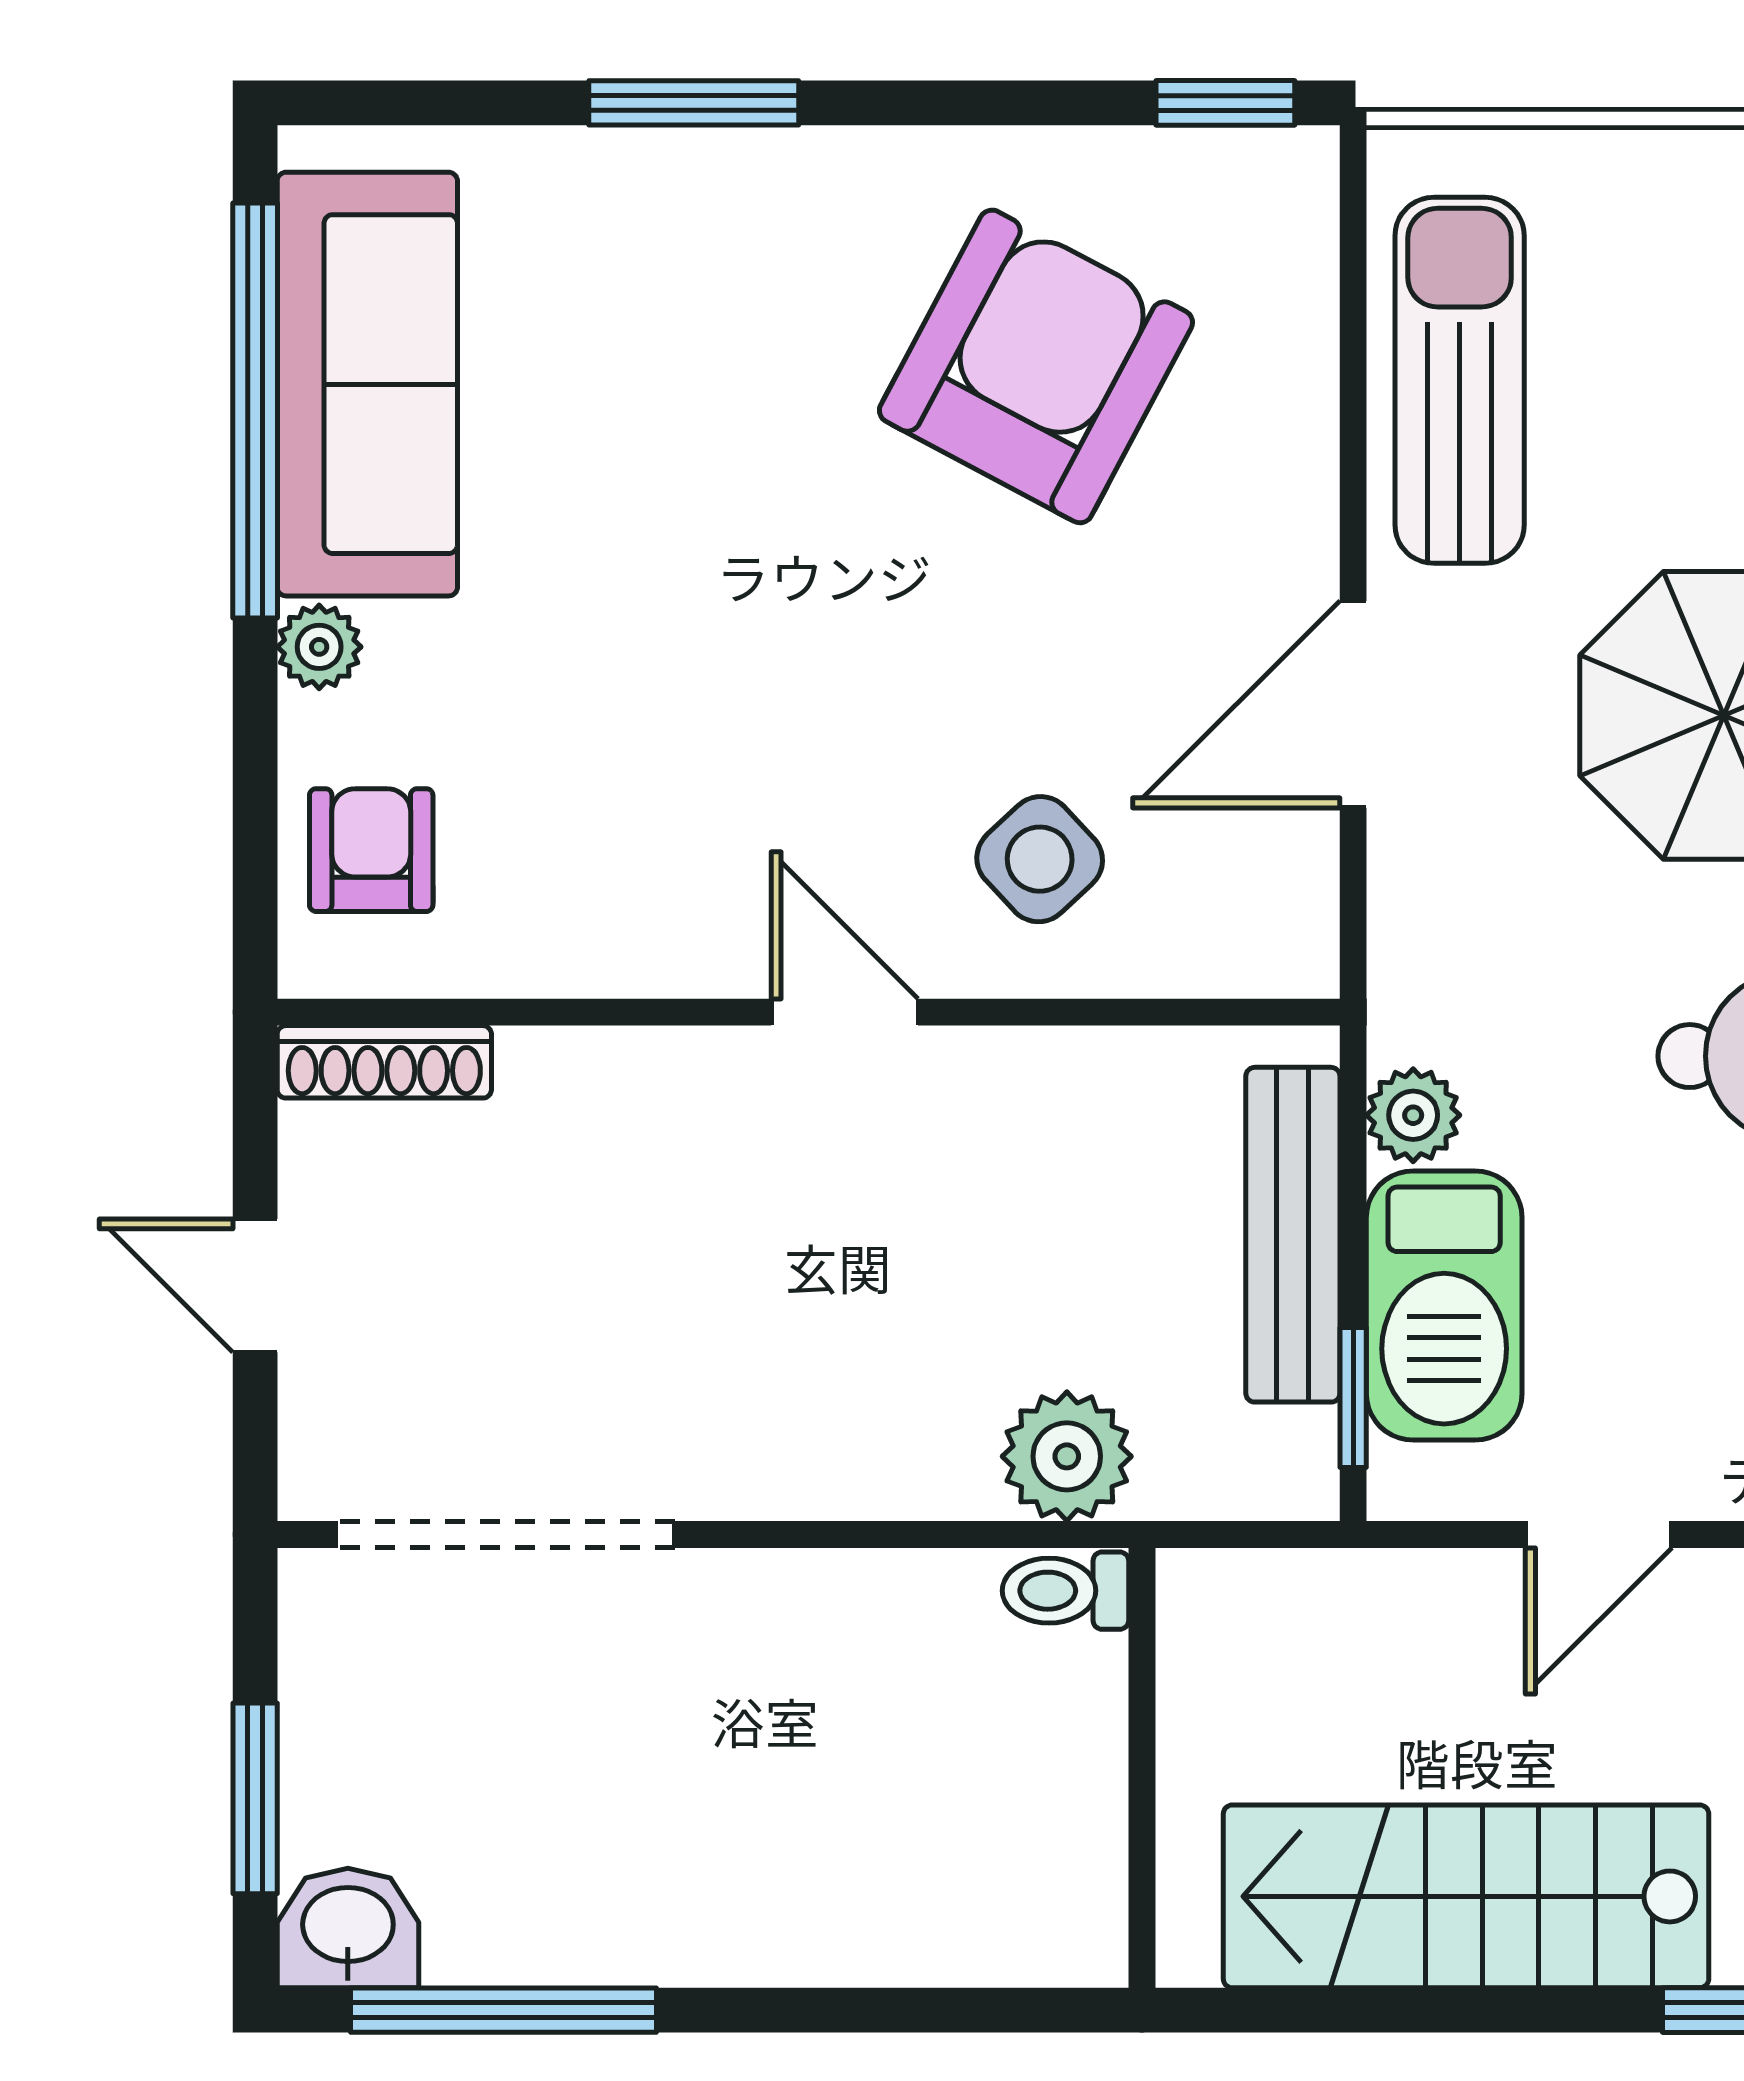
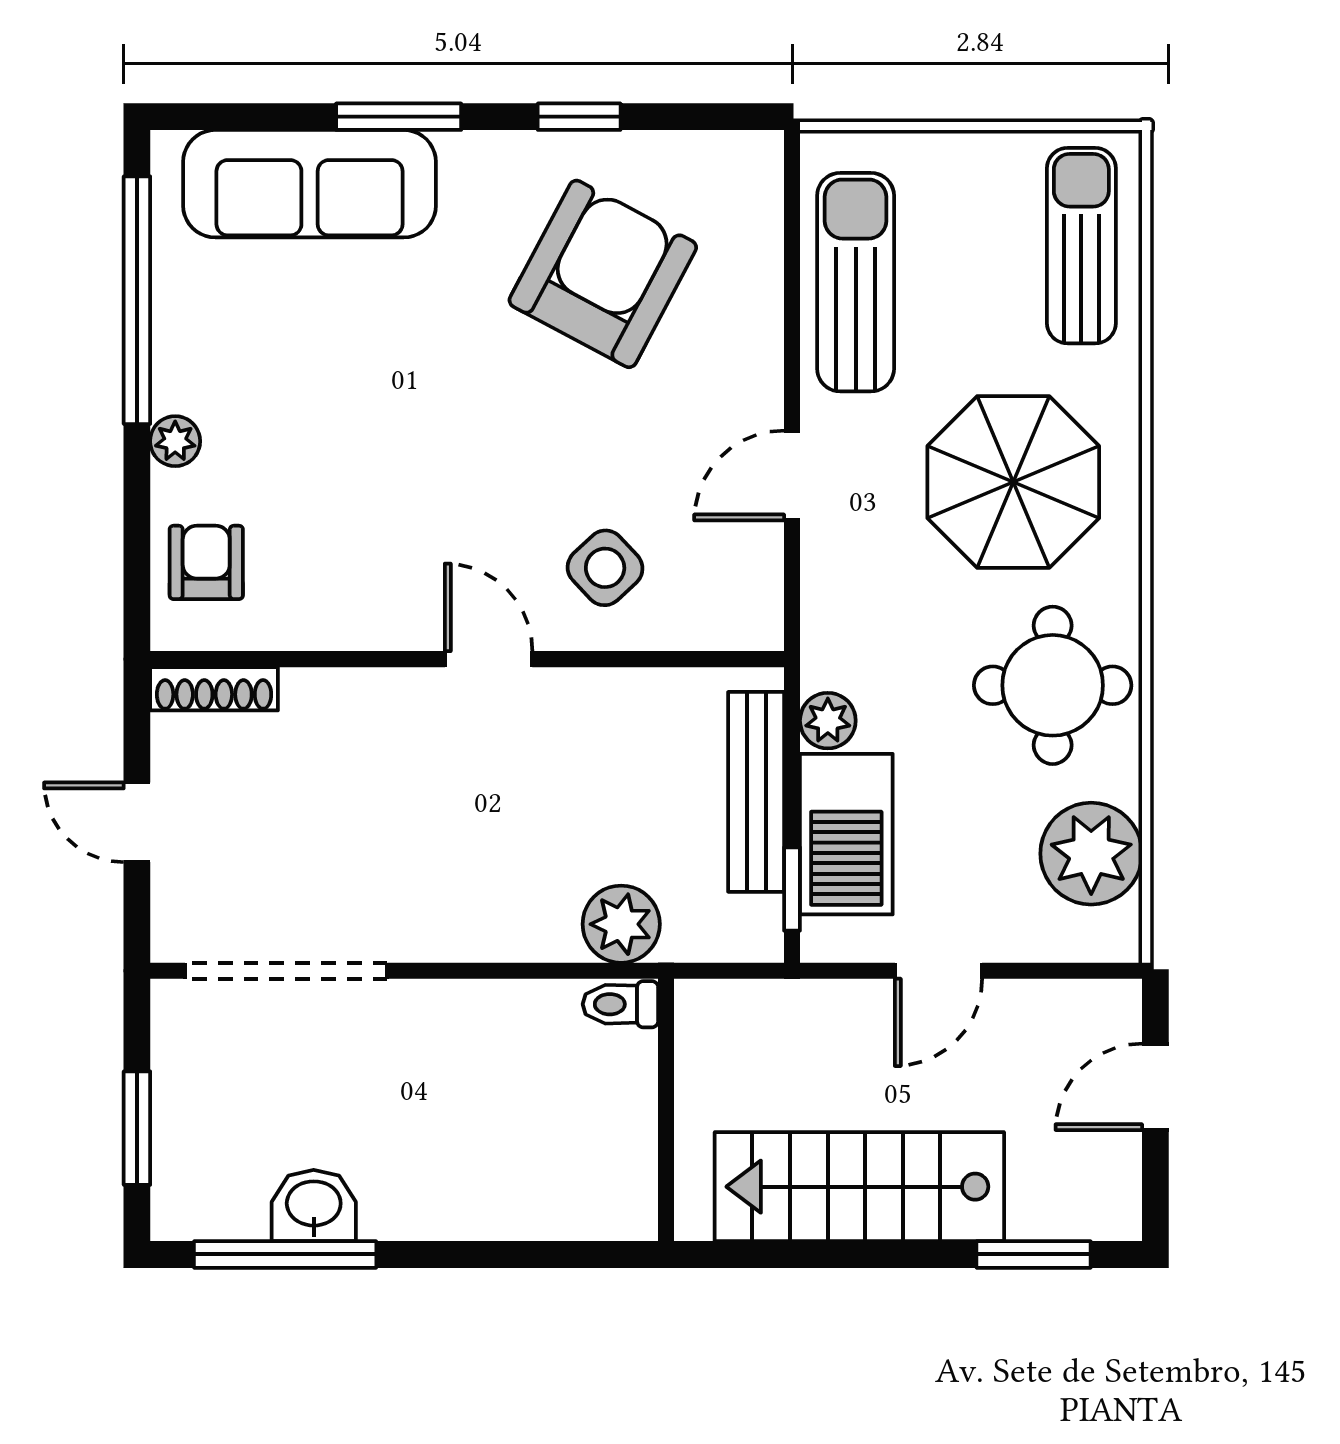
window: (1225, 103) -> (579, 117), moved
sofa: (367, 384) -> (310, 184), moved, turned 90
door: (1353, 704) -> (792, 475), width x0.73
washbasin: (348, 1928) -> (314, 1206), moved

